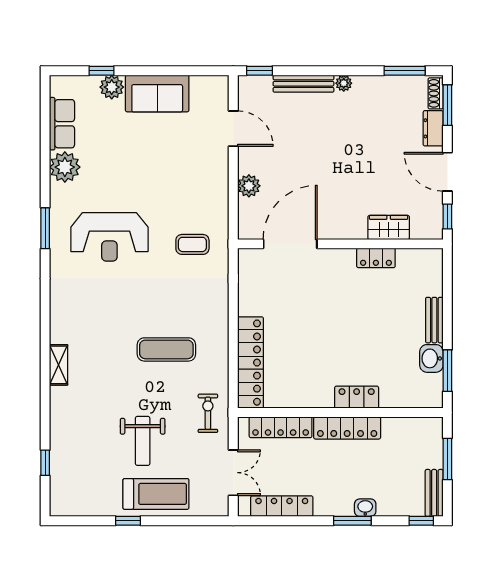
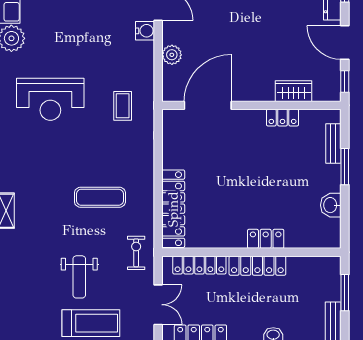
water cooler: (218, 158) -> (145, 31), added
coffee table: (192, 244) -> (123, 106), turned 90
bench: (434, 320) -> (333, 144), moved
window: (447, 371) -> (345, 167), moved

